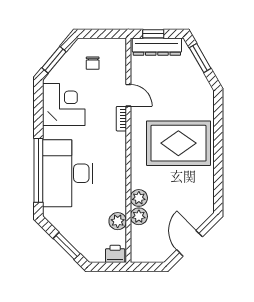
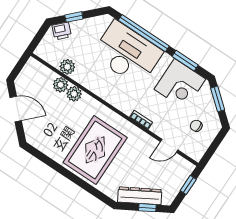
dresser: (157, 47) -> (140, 196), moved, turned 60
window: (200, 58) -> (147, 208), width x0.67
door: (128, 95) -> (169, 146), moved
window: (38, 114) -> (185, 61), added
window: (67, 246) -> (74, 17), width x0.67
printer: (115, 254) -> (62, 31), moved, turned 45

